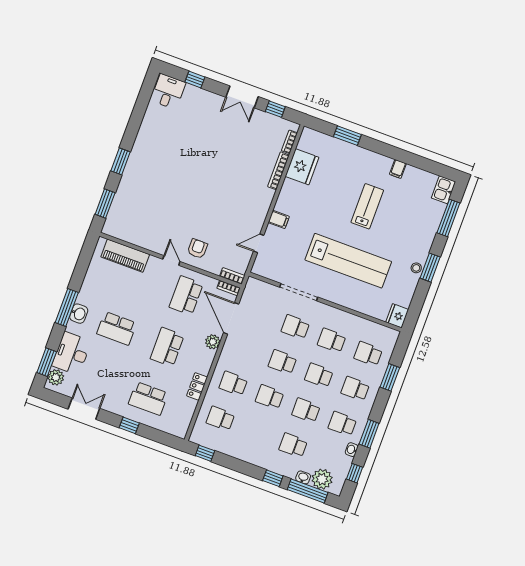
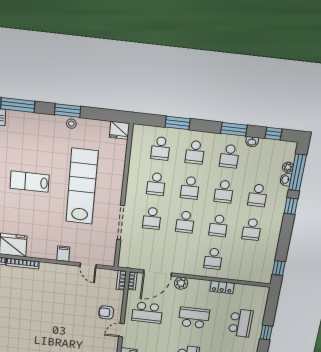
school desk: (167, 347) -> (194, 318), turned 180
school desk: (220, 418) -> (252, 229), moved
plant: (322, 479) -> (288, 167), width x0.53, depth x0.53

